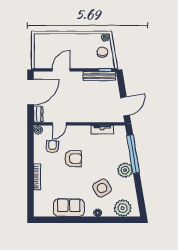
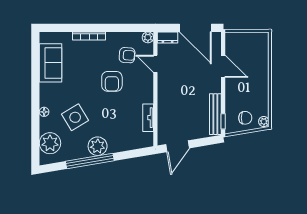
door: (125, 106) -> (177, 146), hinge flipped
window: (133, 154) -> (90, 161), moved
sofa: (69, 208) -> (51, 63), moved

